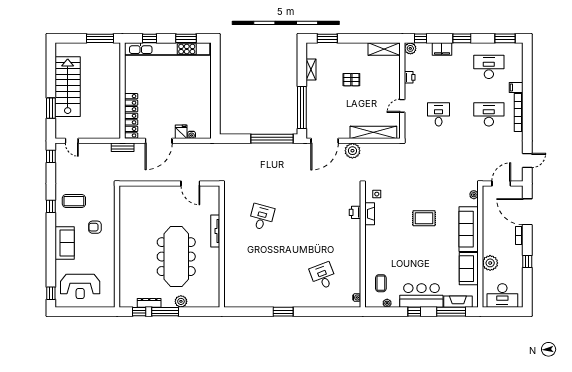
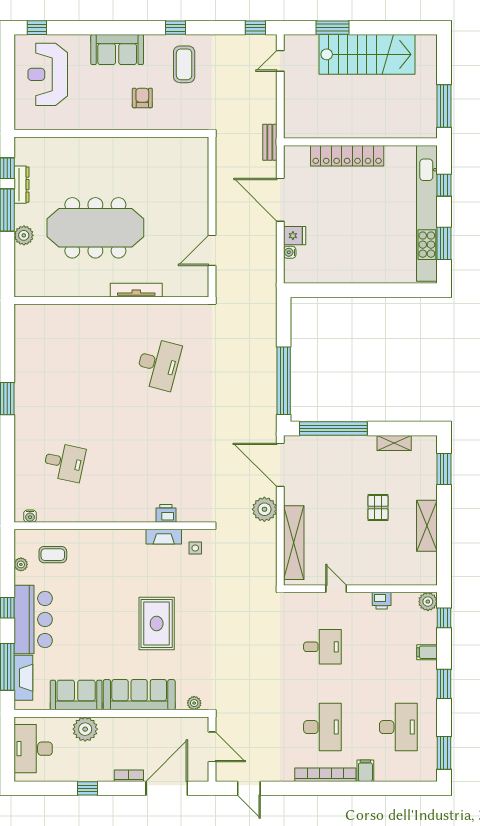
shelving: (384, 49) -> (427, 526), moved
filing cabinet: (442, 49) -> (427, 652), width x0.50
locker: (131, 116) -> (347, 156), moved
desk: (262, 217) -> (158, 364), width x1.37
rug: (424, 218) -> (157, 623), width x1.36, depth x1.43
desk: (323, 276) -> (64, 462), turned 33

